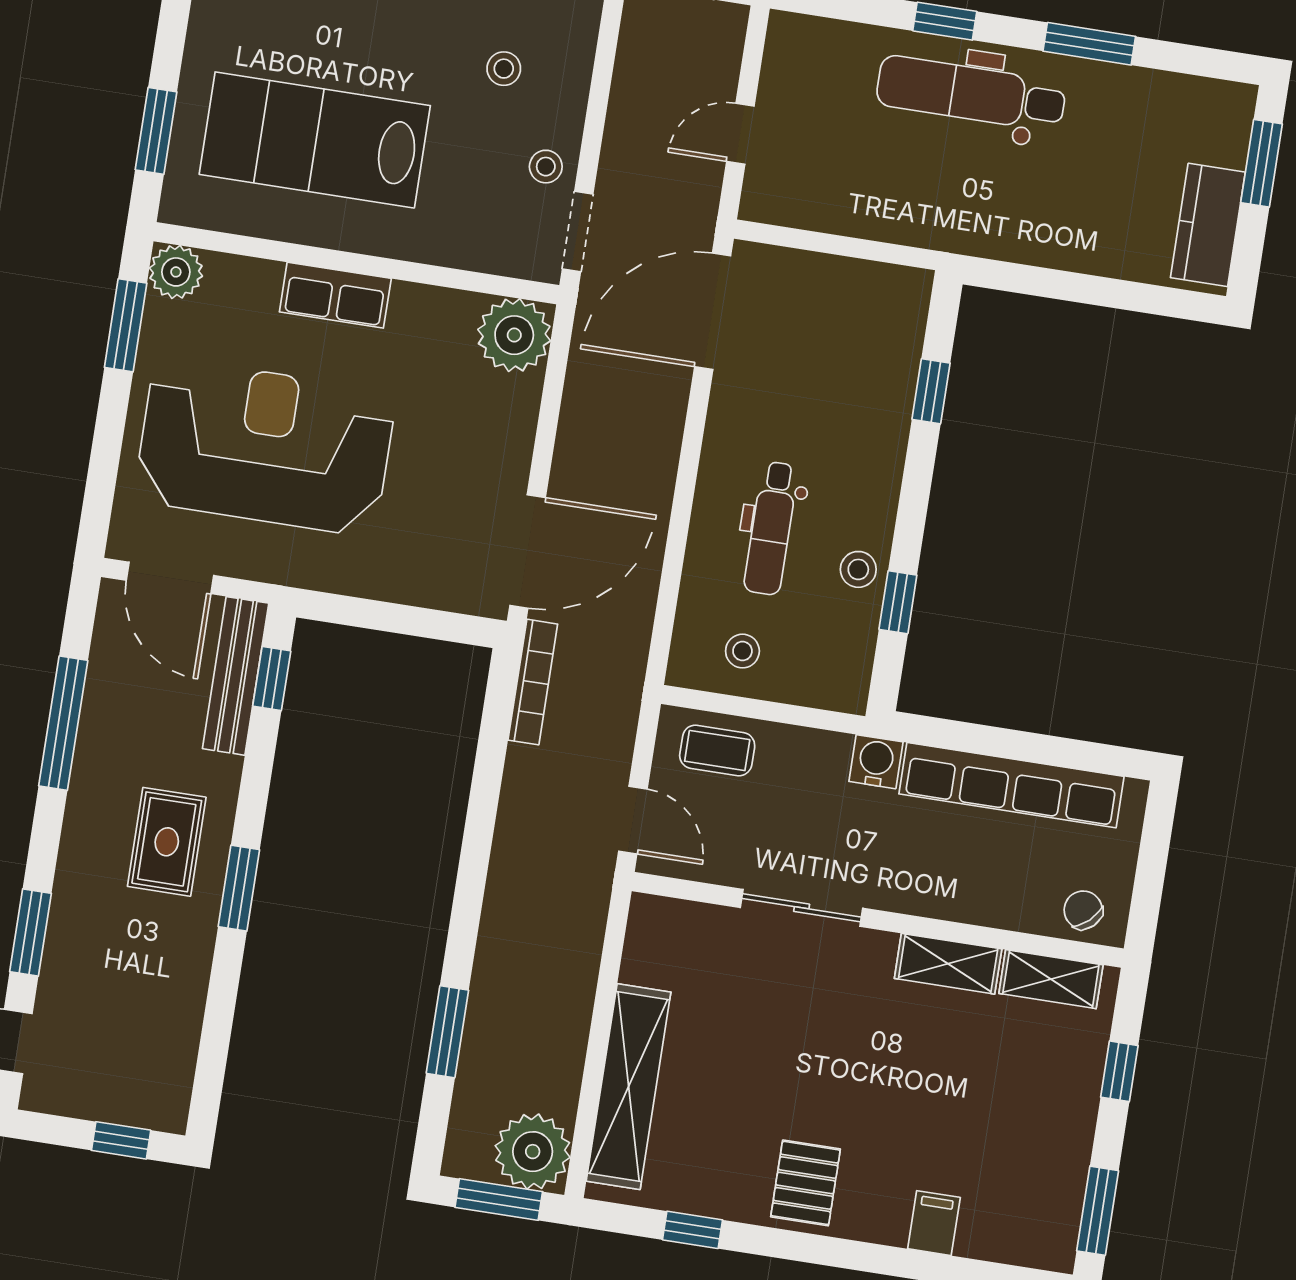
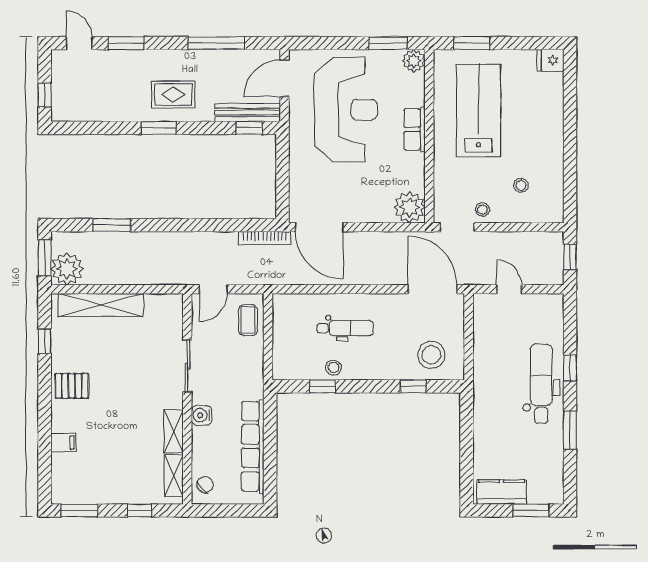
dental chair: (771, 528) -> (345, 328), turned 180
stool: (742, 651) -> (431, 355), moved, width x1.89, depth x1.89
water cooler: (876, 762) -> (202, 415), moved, turned 180

